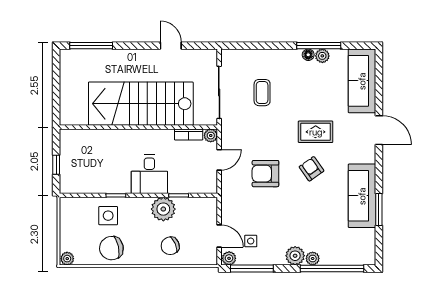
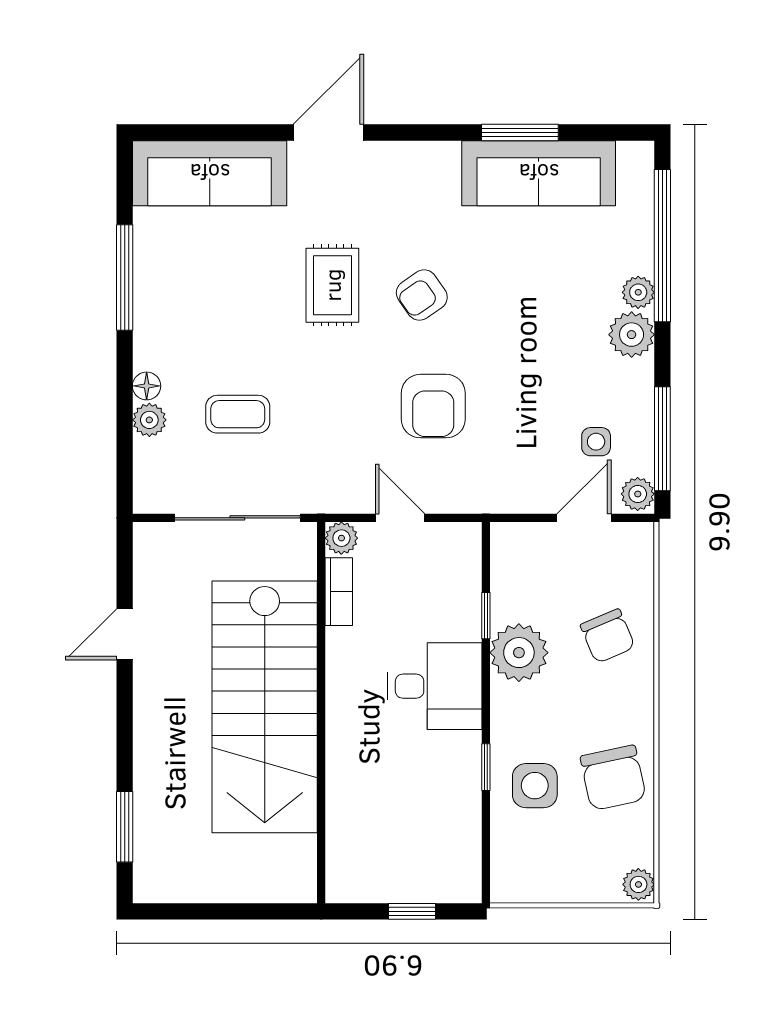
window: (91, 46) -> (125, 827), width x0.69
floor lamp: (308, 55) -> (147, 386), moved
plant: (322, 56) -> (149, 420), moved
sofa: (362, 196) -> (539, 173), moved

